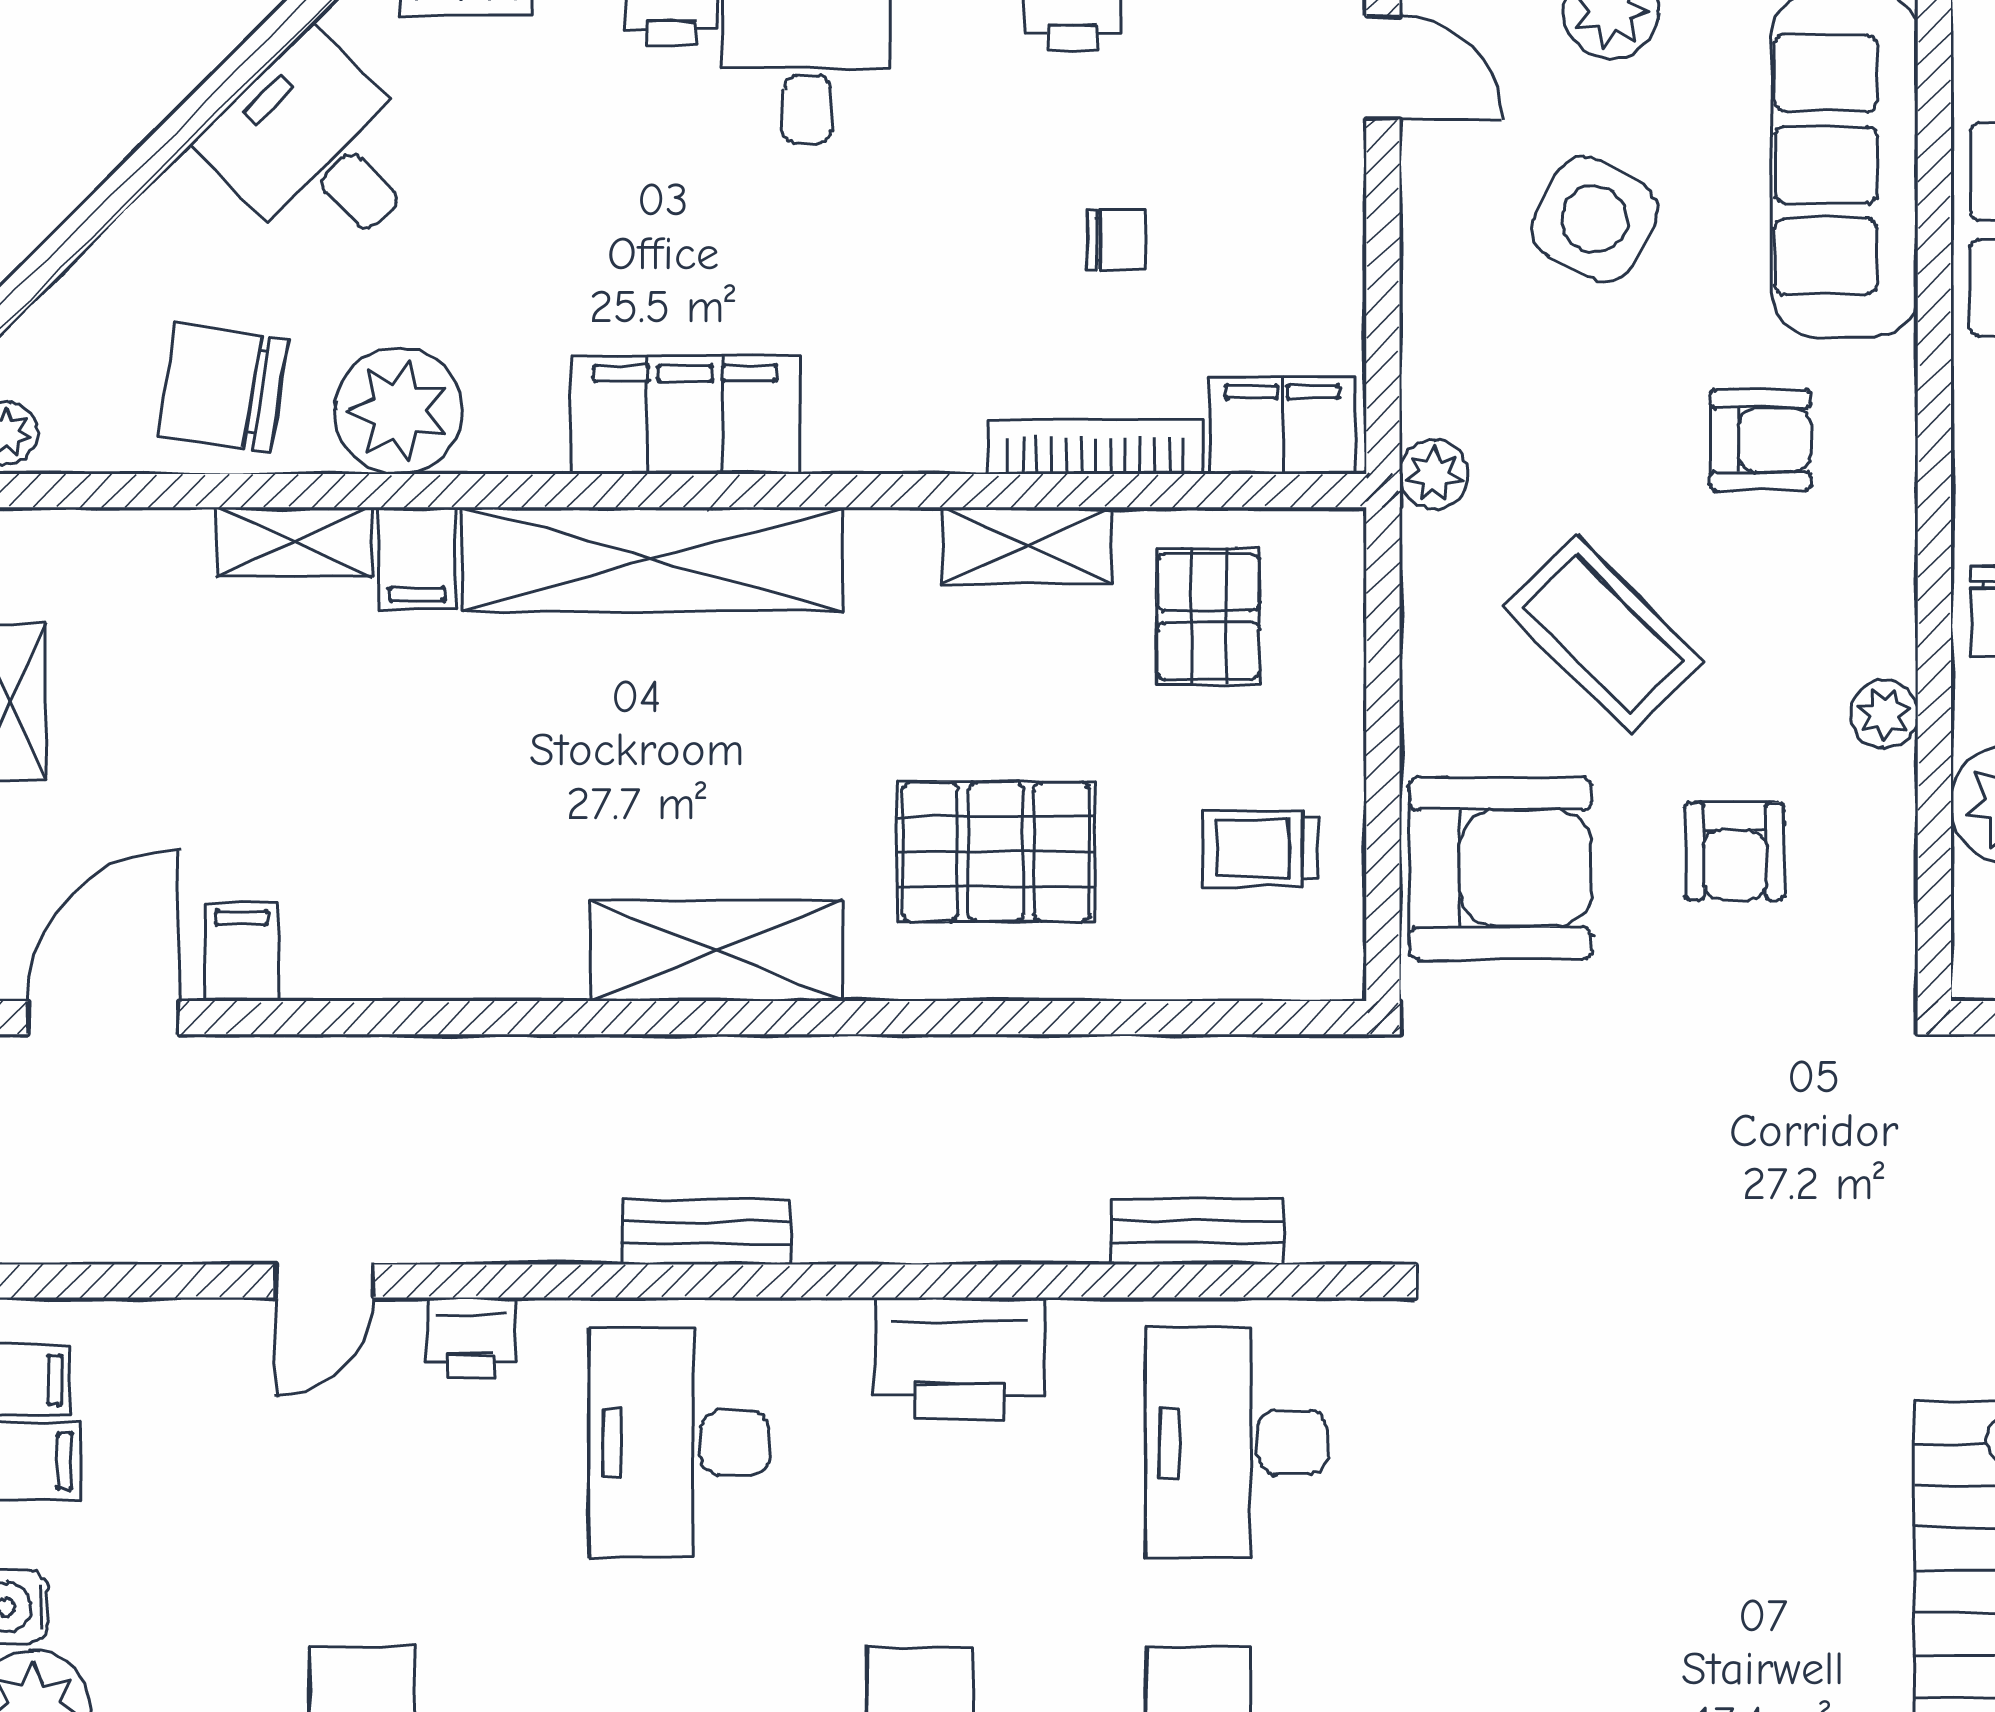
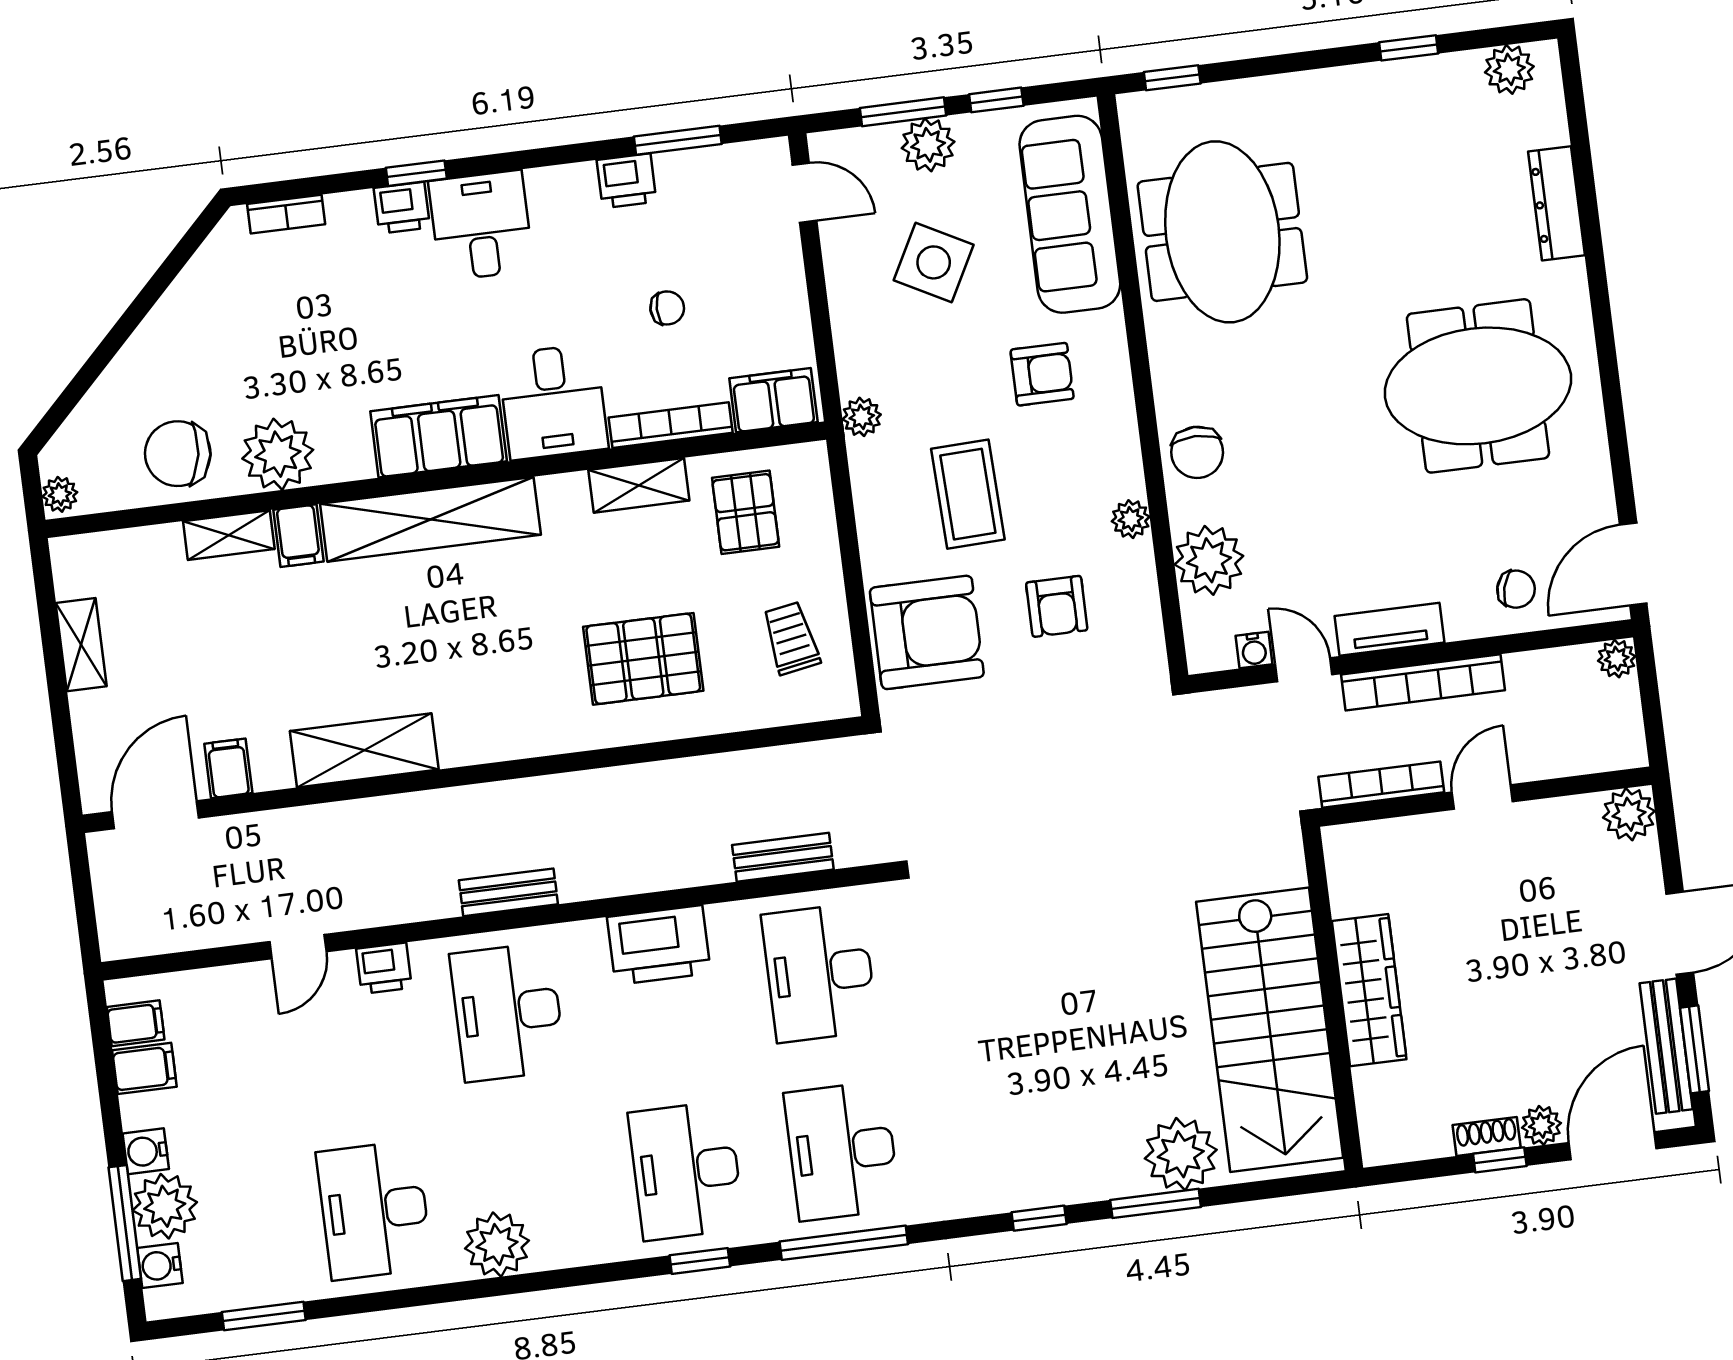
desk: (318, 150) -> (553, 402), moved, turned -135
coffee table: (1603, 634) -> (968, 494), turned 43
trolley: (1260, 848) -> (791, 638), turned 80
shelving: (717, 951) -> (364, 750), moved

